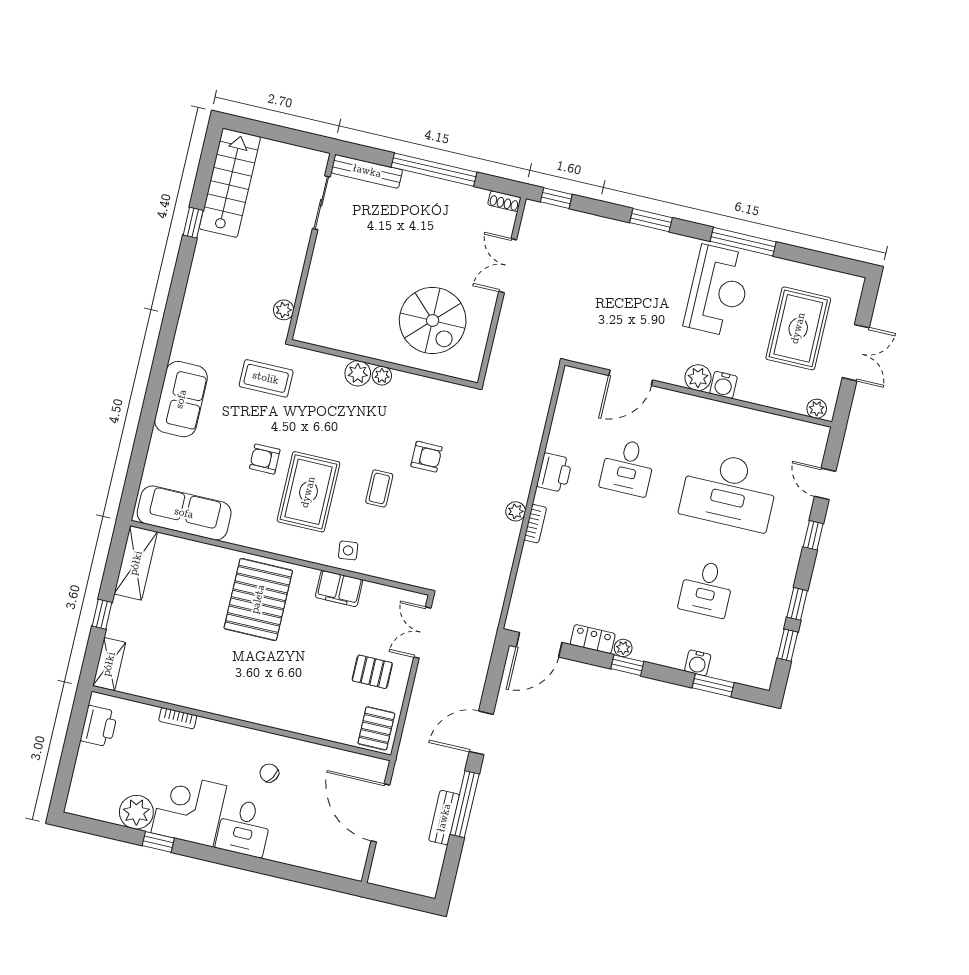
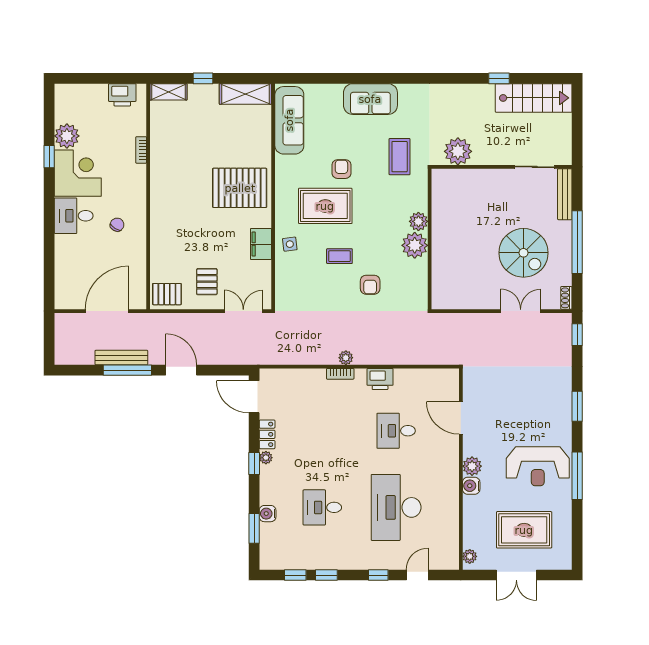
plant: (284, 310) -> (458, 151), width x1.88, depth x1.88
spiral stairs: (433, 320) -> (523, 253), moved, turned -90
plant: (382, 376) -> (415, 245), width x1.88, depth x1.88
bench: (444, 818) -> (121, 358), width x1.36

